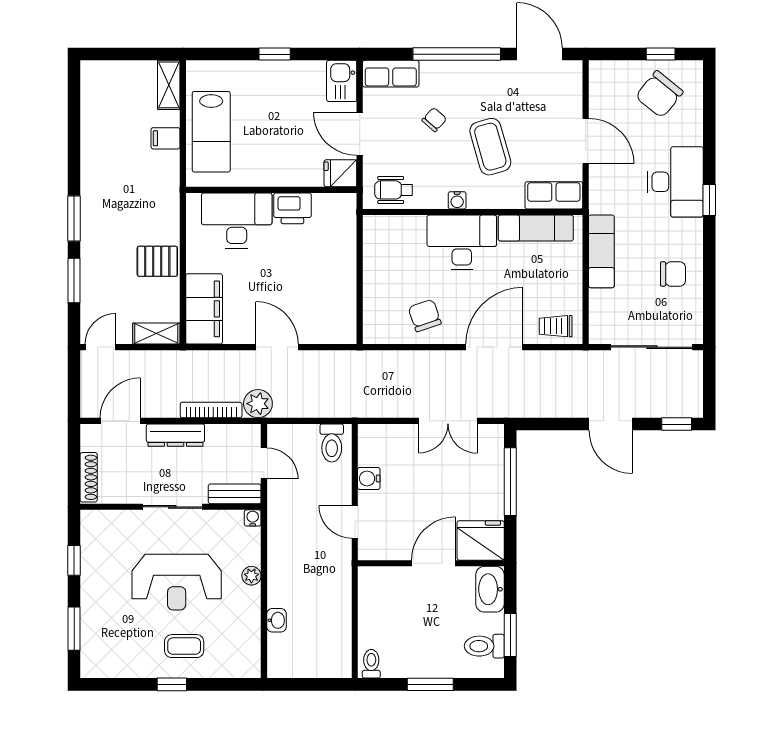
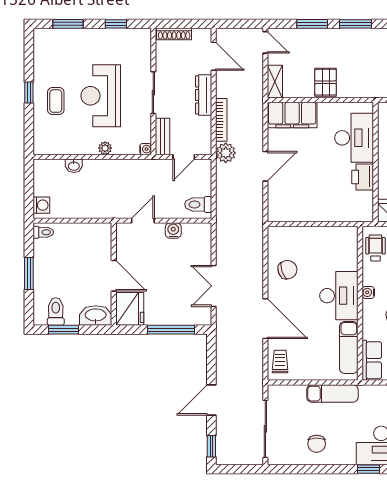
washing machine: (333, 667) -> (41, 205), added

